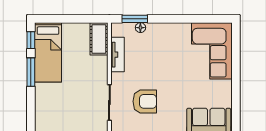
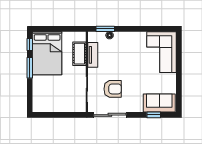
cot: (99, 39) -> (79, 54), moved
bed: (48, 52) -> (47, 53), width x1.50

